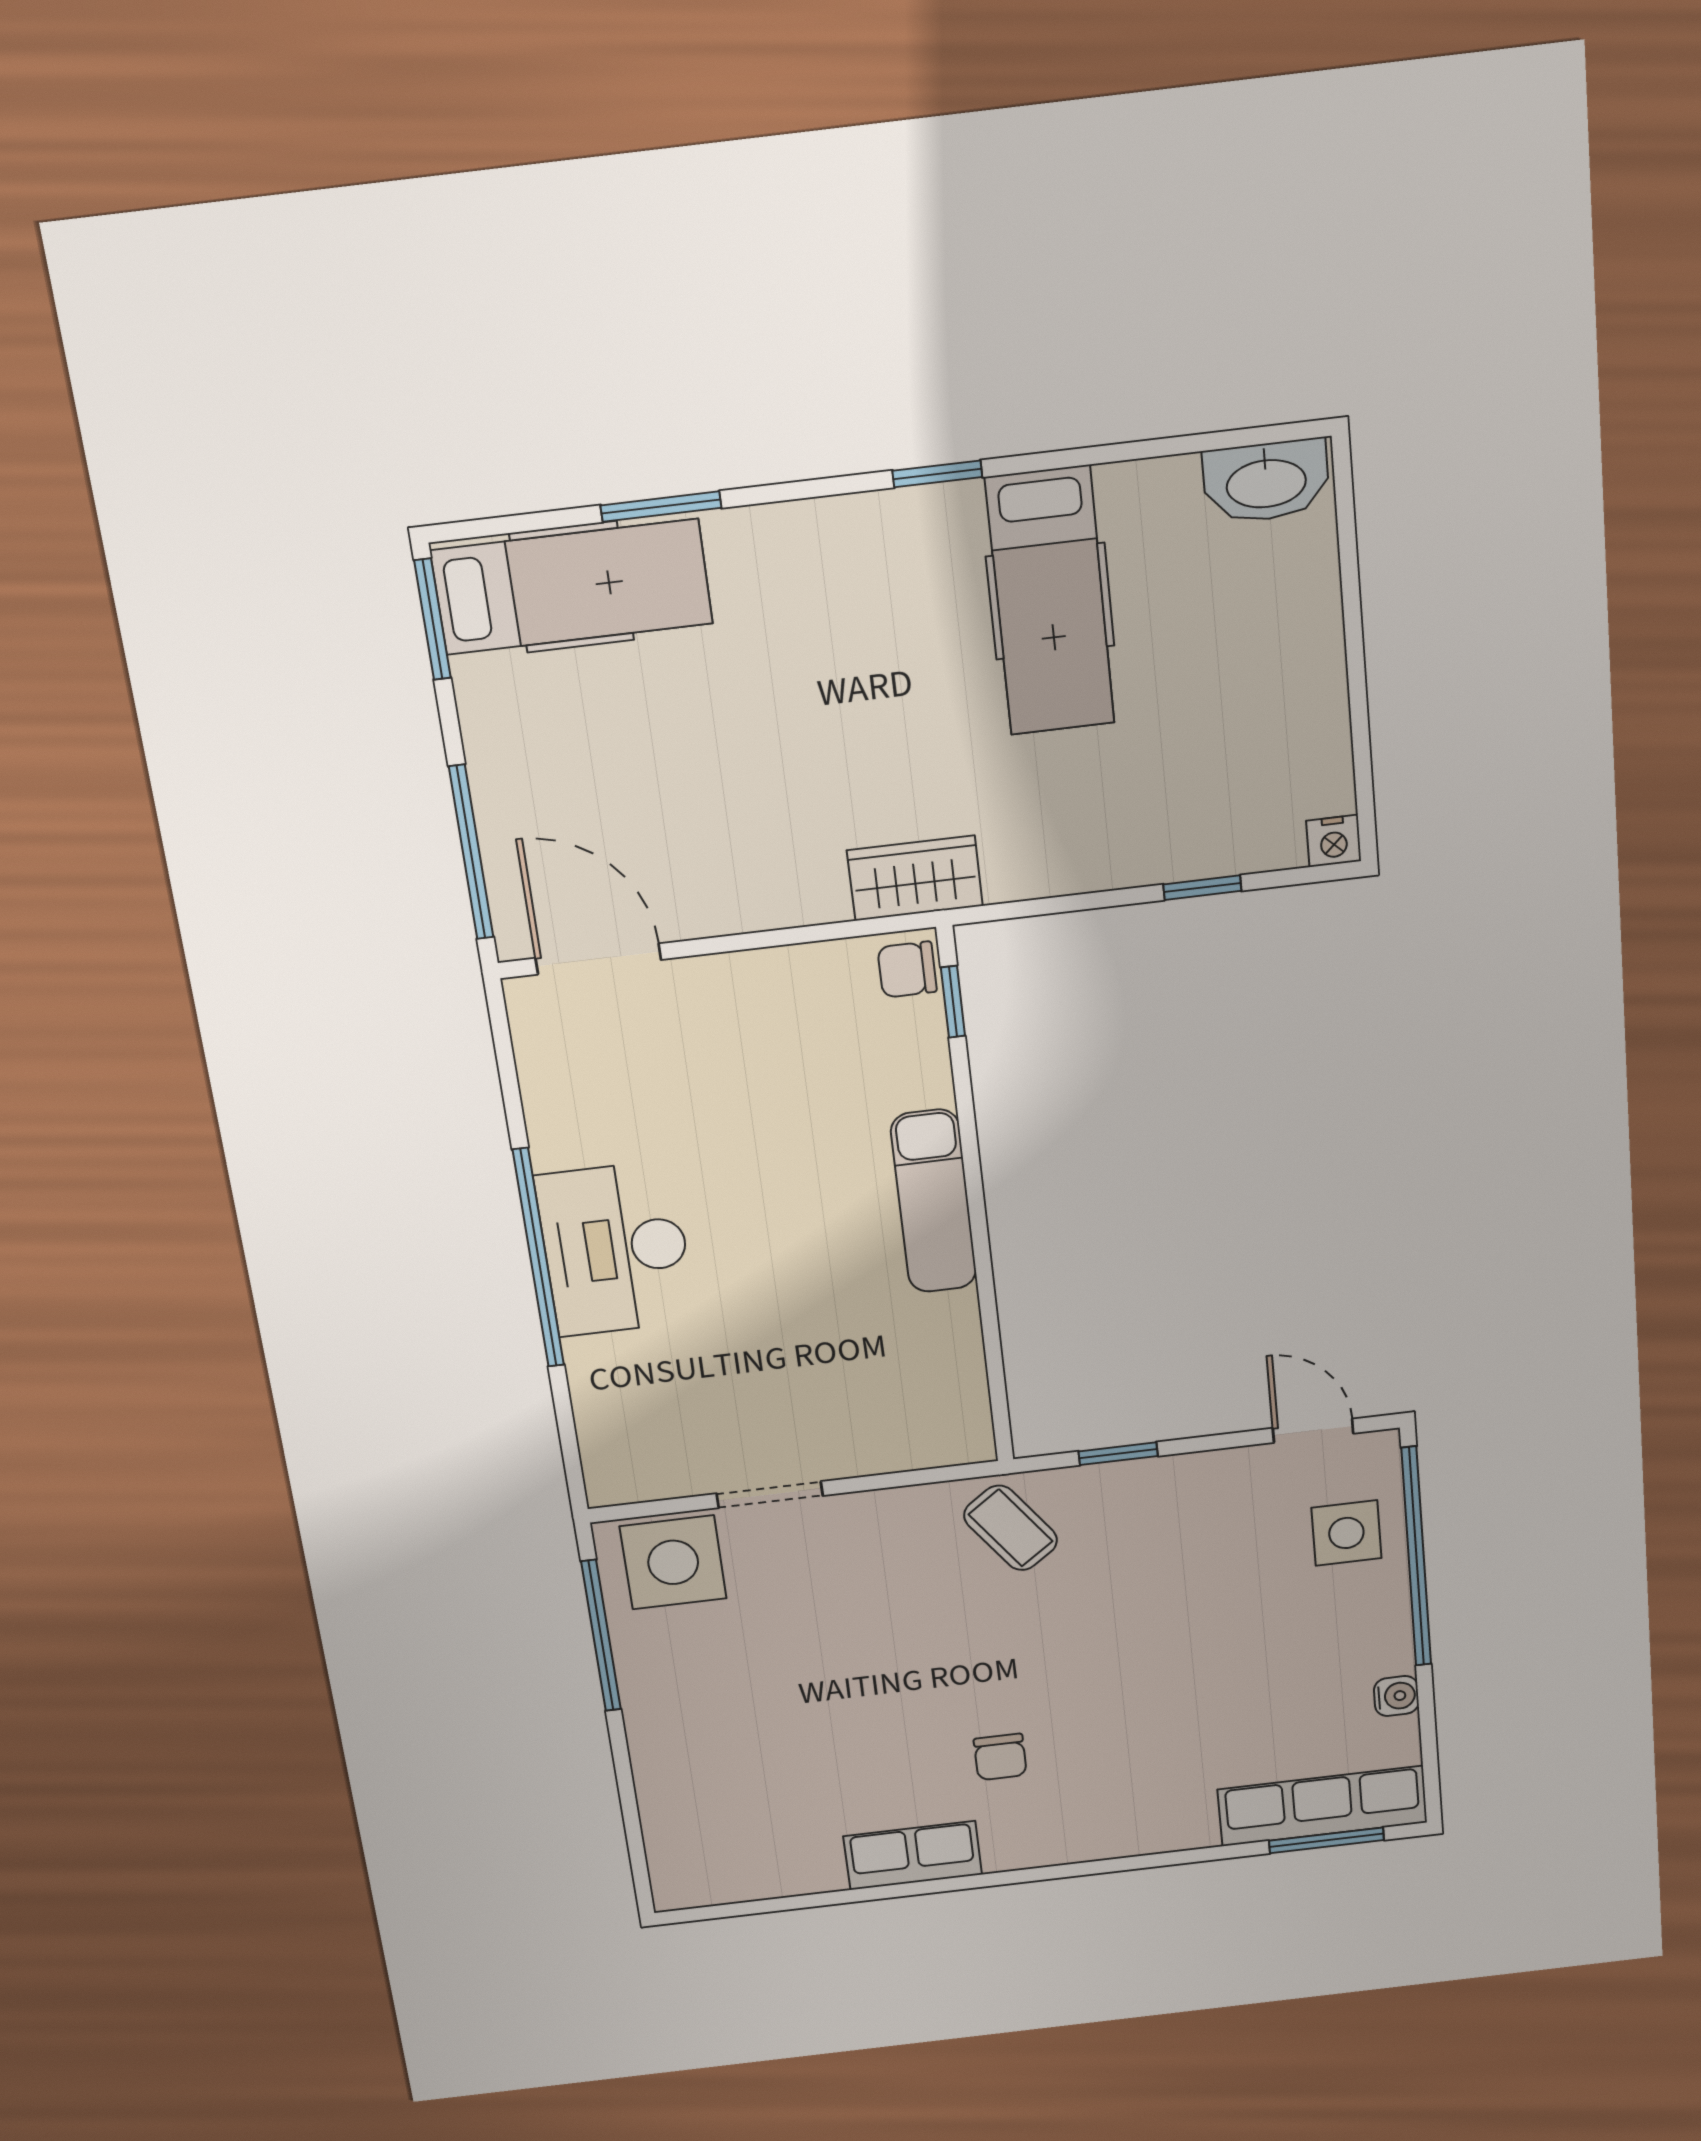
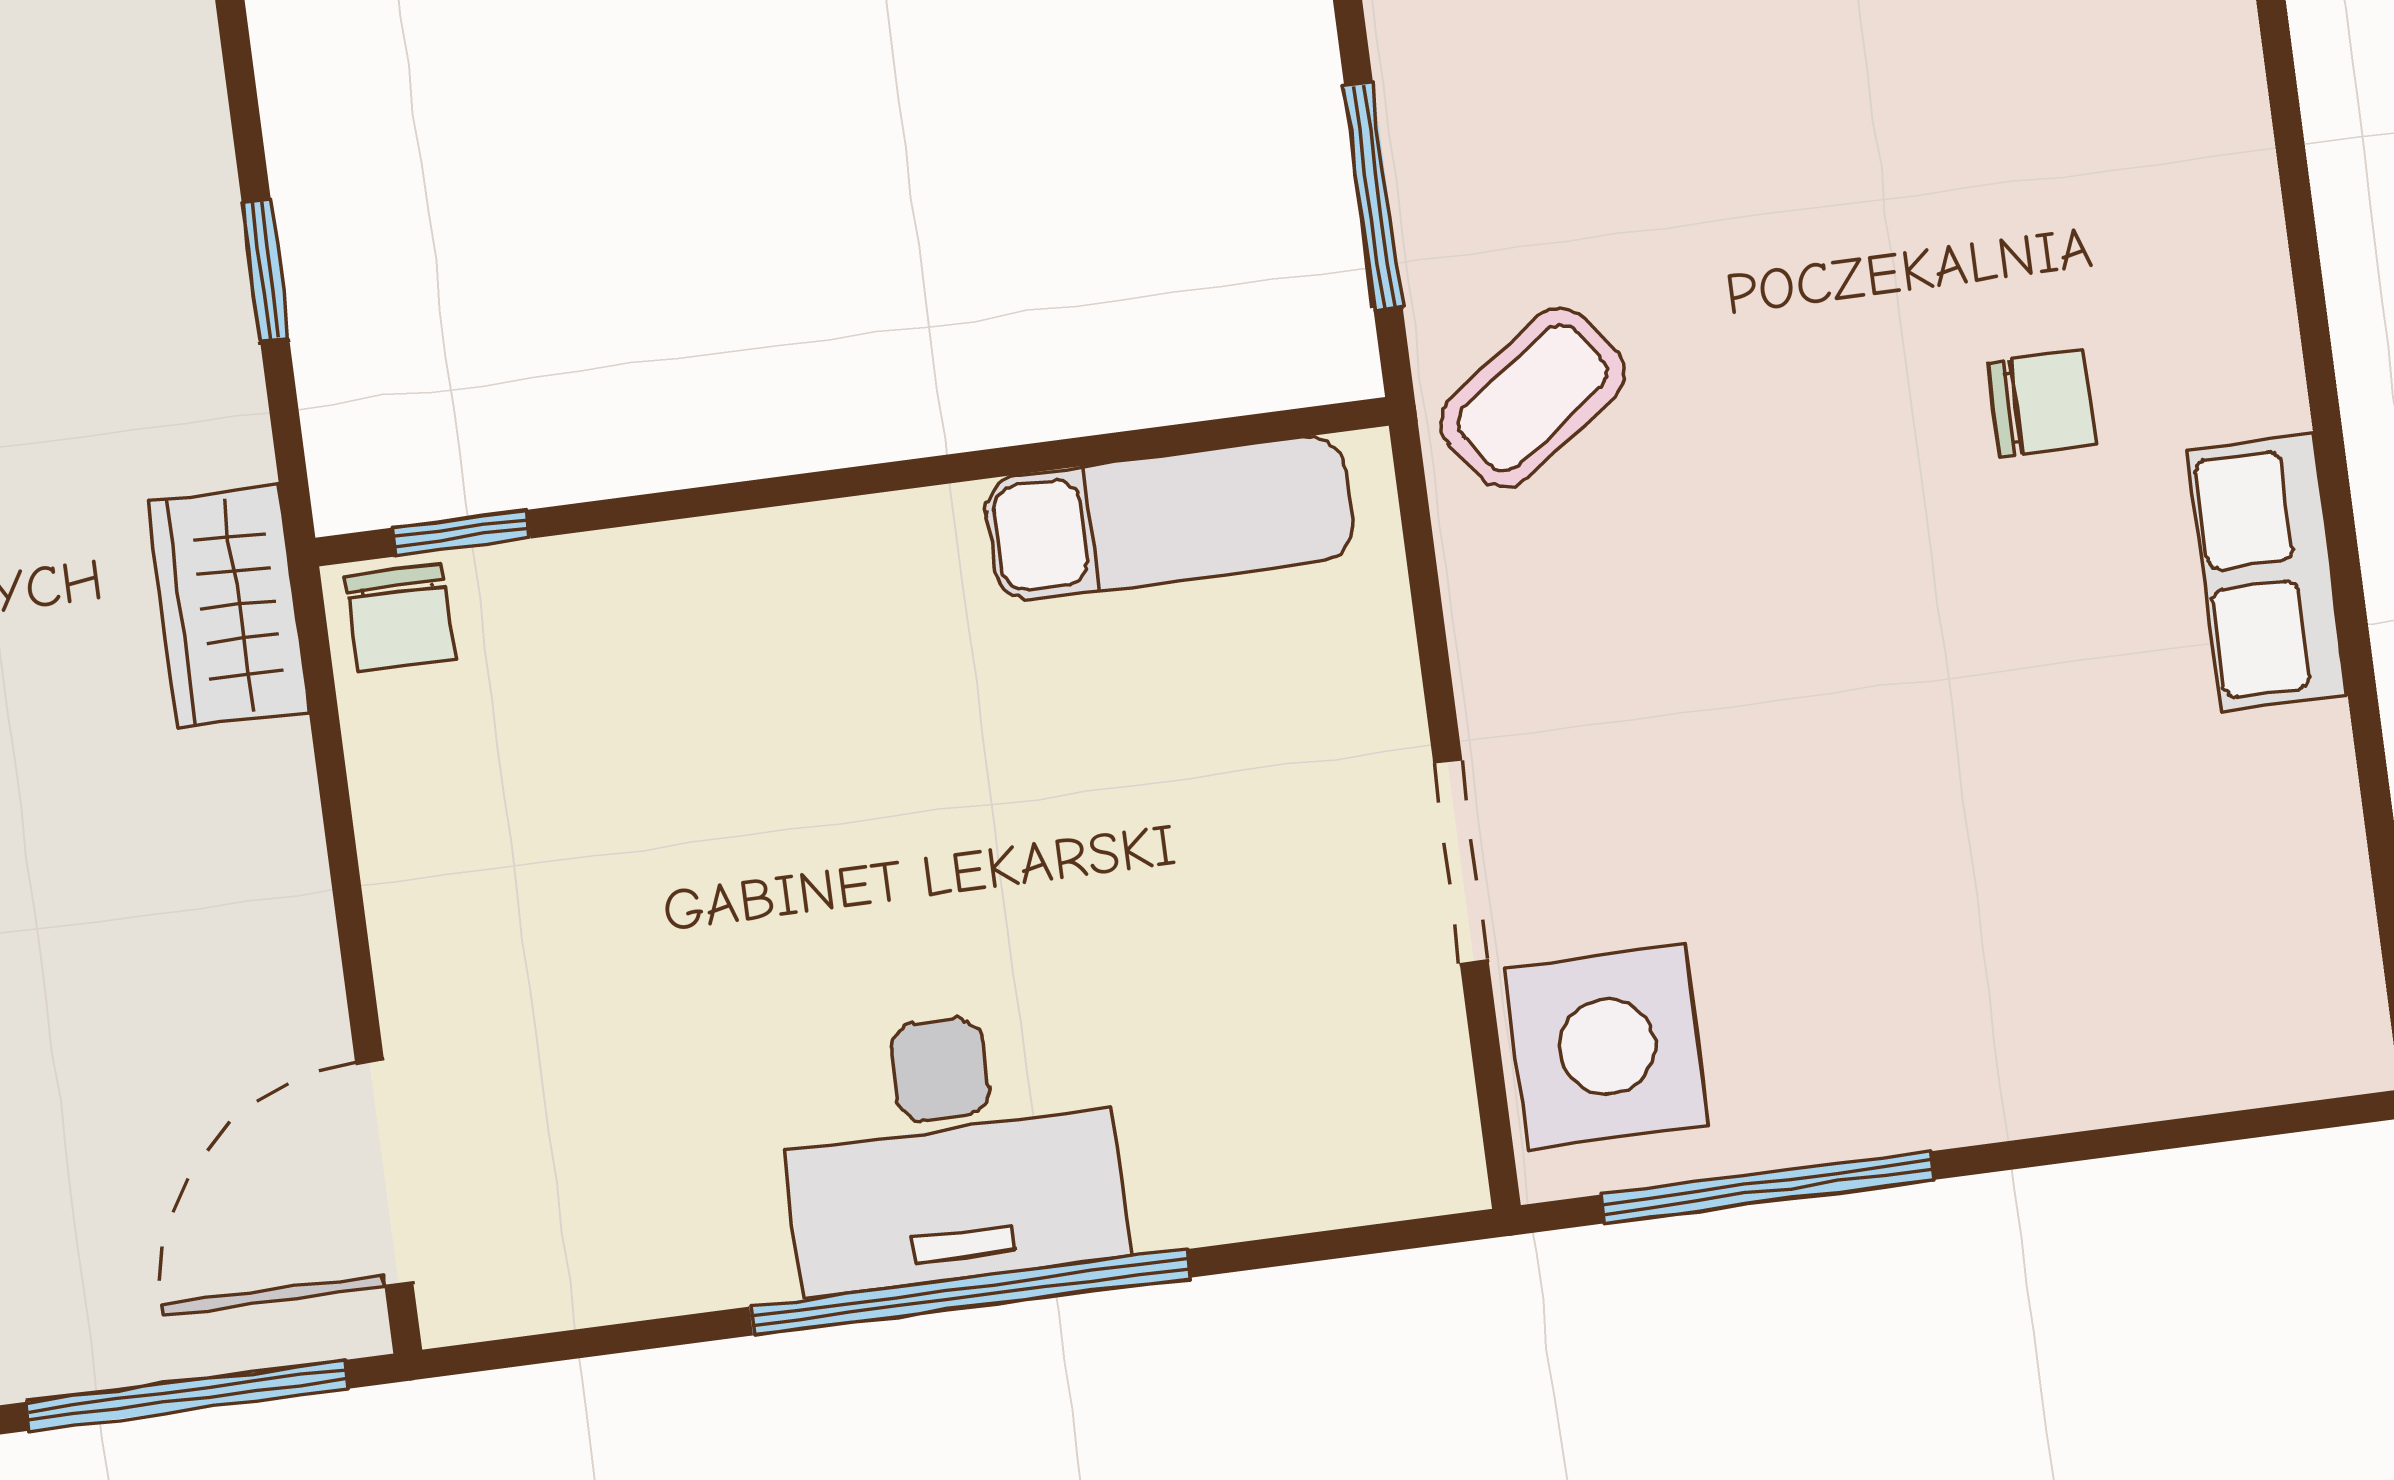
window: (1202, 888) -> (265, 270), moved
exam couch: (934, 1201) -> (1170, 518), moved
window: (1118, 1454) -> (1373, 196), width x1.50

